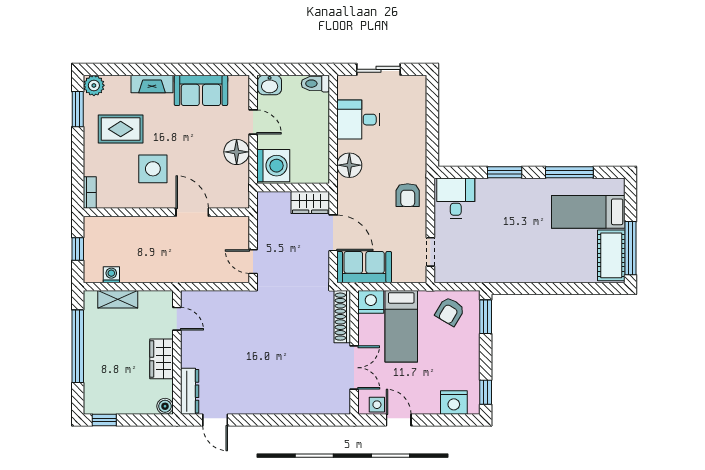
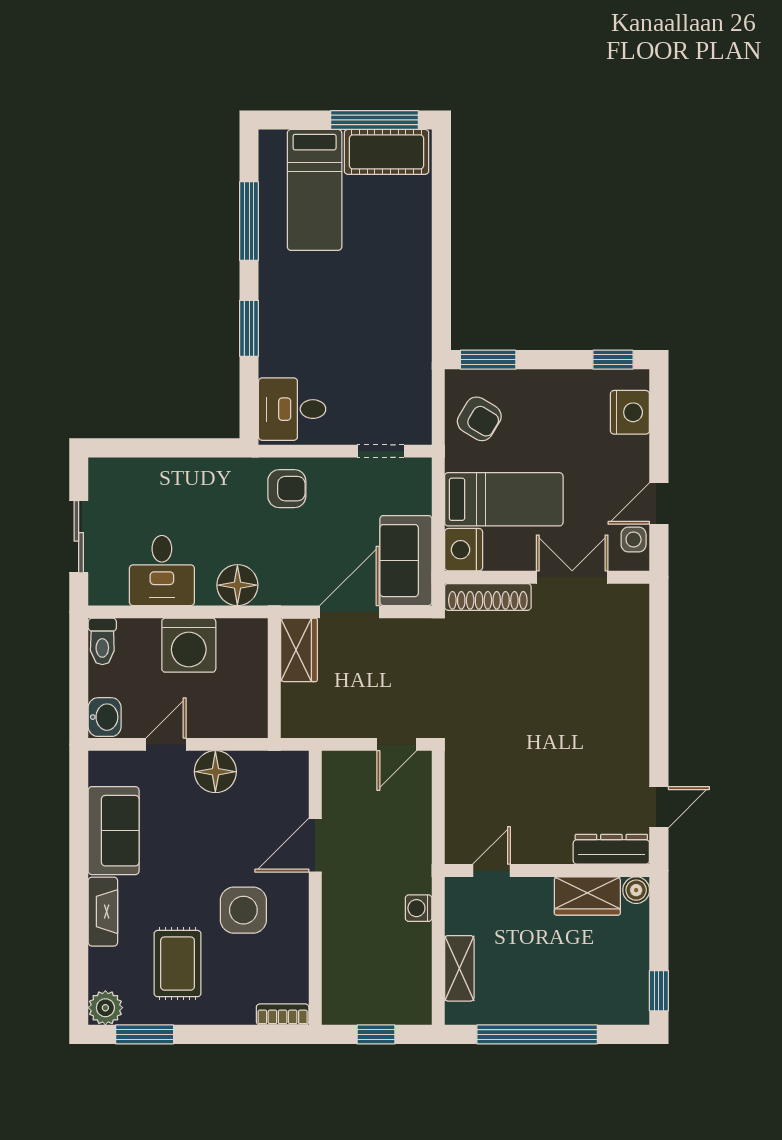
washing machine: (273, 166) -> (189, 645), moved, turned 180
washing machine: (111, 275) -> (419, 908), moved
wardrobe: (162, 359) -> (587, 896), moved

